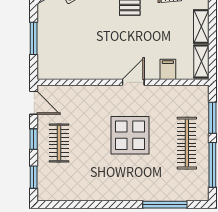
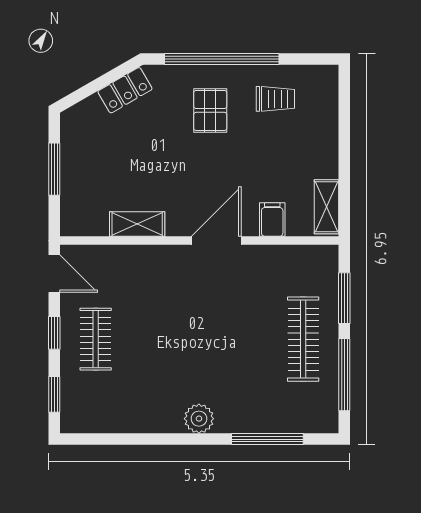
shelving: (201, 26) -> (137, 224), moved, turned 90
door: (133, 82) -> (216, 241), width x1.38
display table: (130, 135) -> (211, 326), removed
plant: (123, 192) -> (199, 419), added

